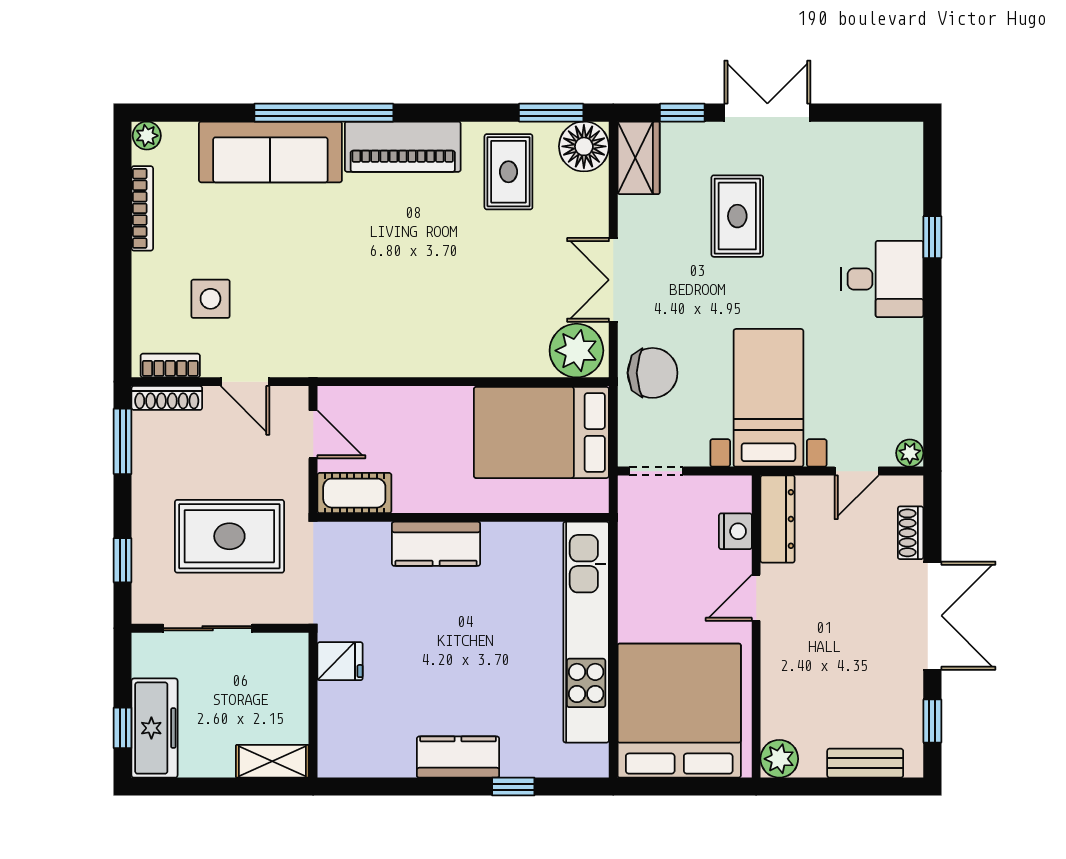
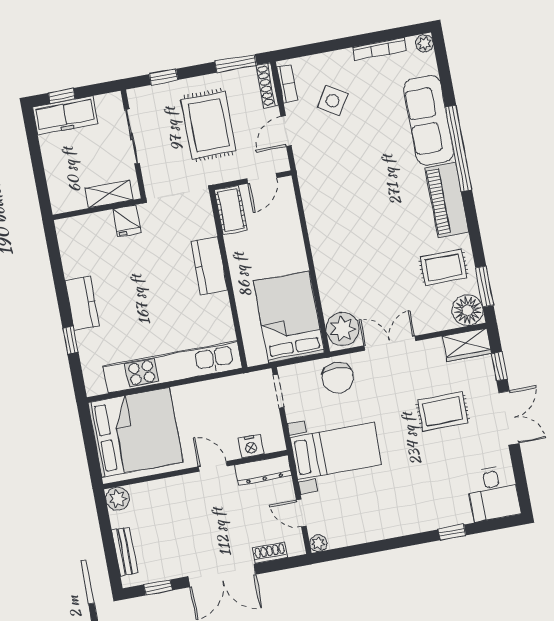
desk: (882, 279) -> (493, 493), moved
side table: (210, 299) -> (332, 101), turned 32
rug: (229, 536) -> (208, 125), moved
shelving: (272, 761) -> (109, 194), moved, turned 90

